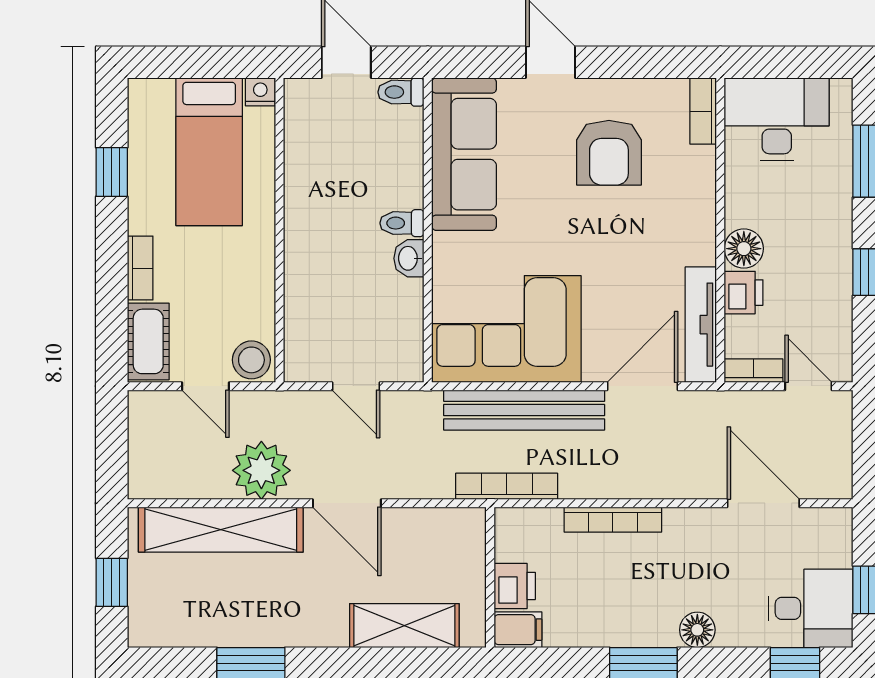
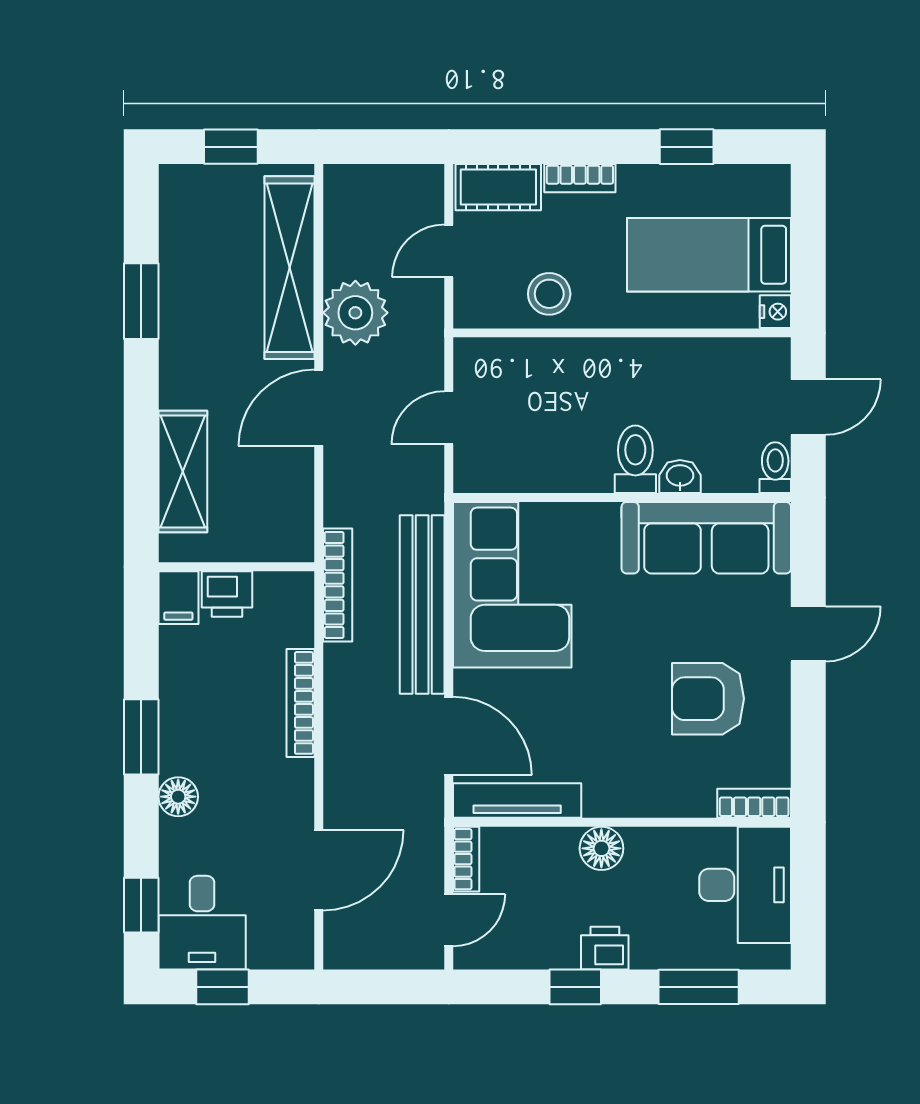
toilet: (402, 223) -> (635, 459), width x1.37, depth x1.39
washbasin: (409, 258) -> (680, 476), moved
printer: (744, 293) -> (605, 948), moved, turned 180
stool: (251, 360) -> (549, 294), moved

